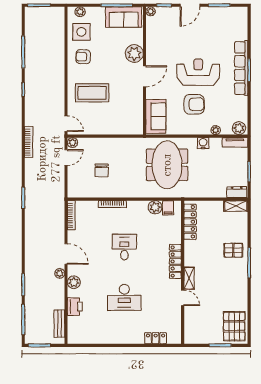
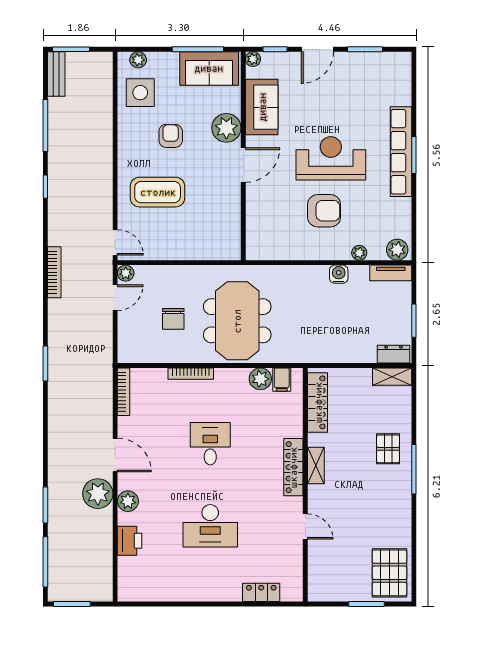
armchair: (83, 57) -> (171, 136), moved, turned 90
sofa: (156, 116) -> (262, 107), moved
meeting table: (167, 165) -> (237, 321), moved
pallet: (233, 250) -> (388, 449), turned 90
plant: (60, 273) -> (98, 494), width x1.88, depth x1.88
shelving: (189, 278) -> (316, 466), moved
bench: (59, 324) -> (56, 74), moved

